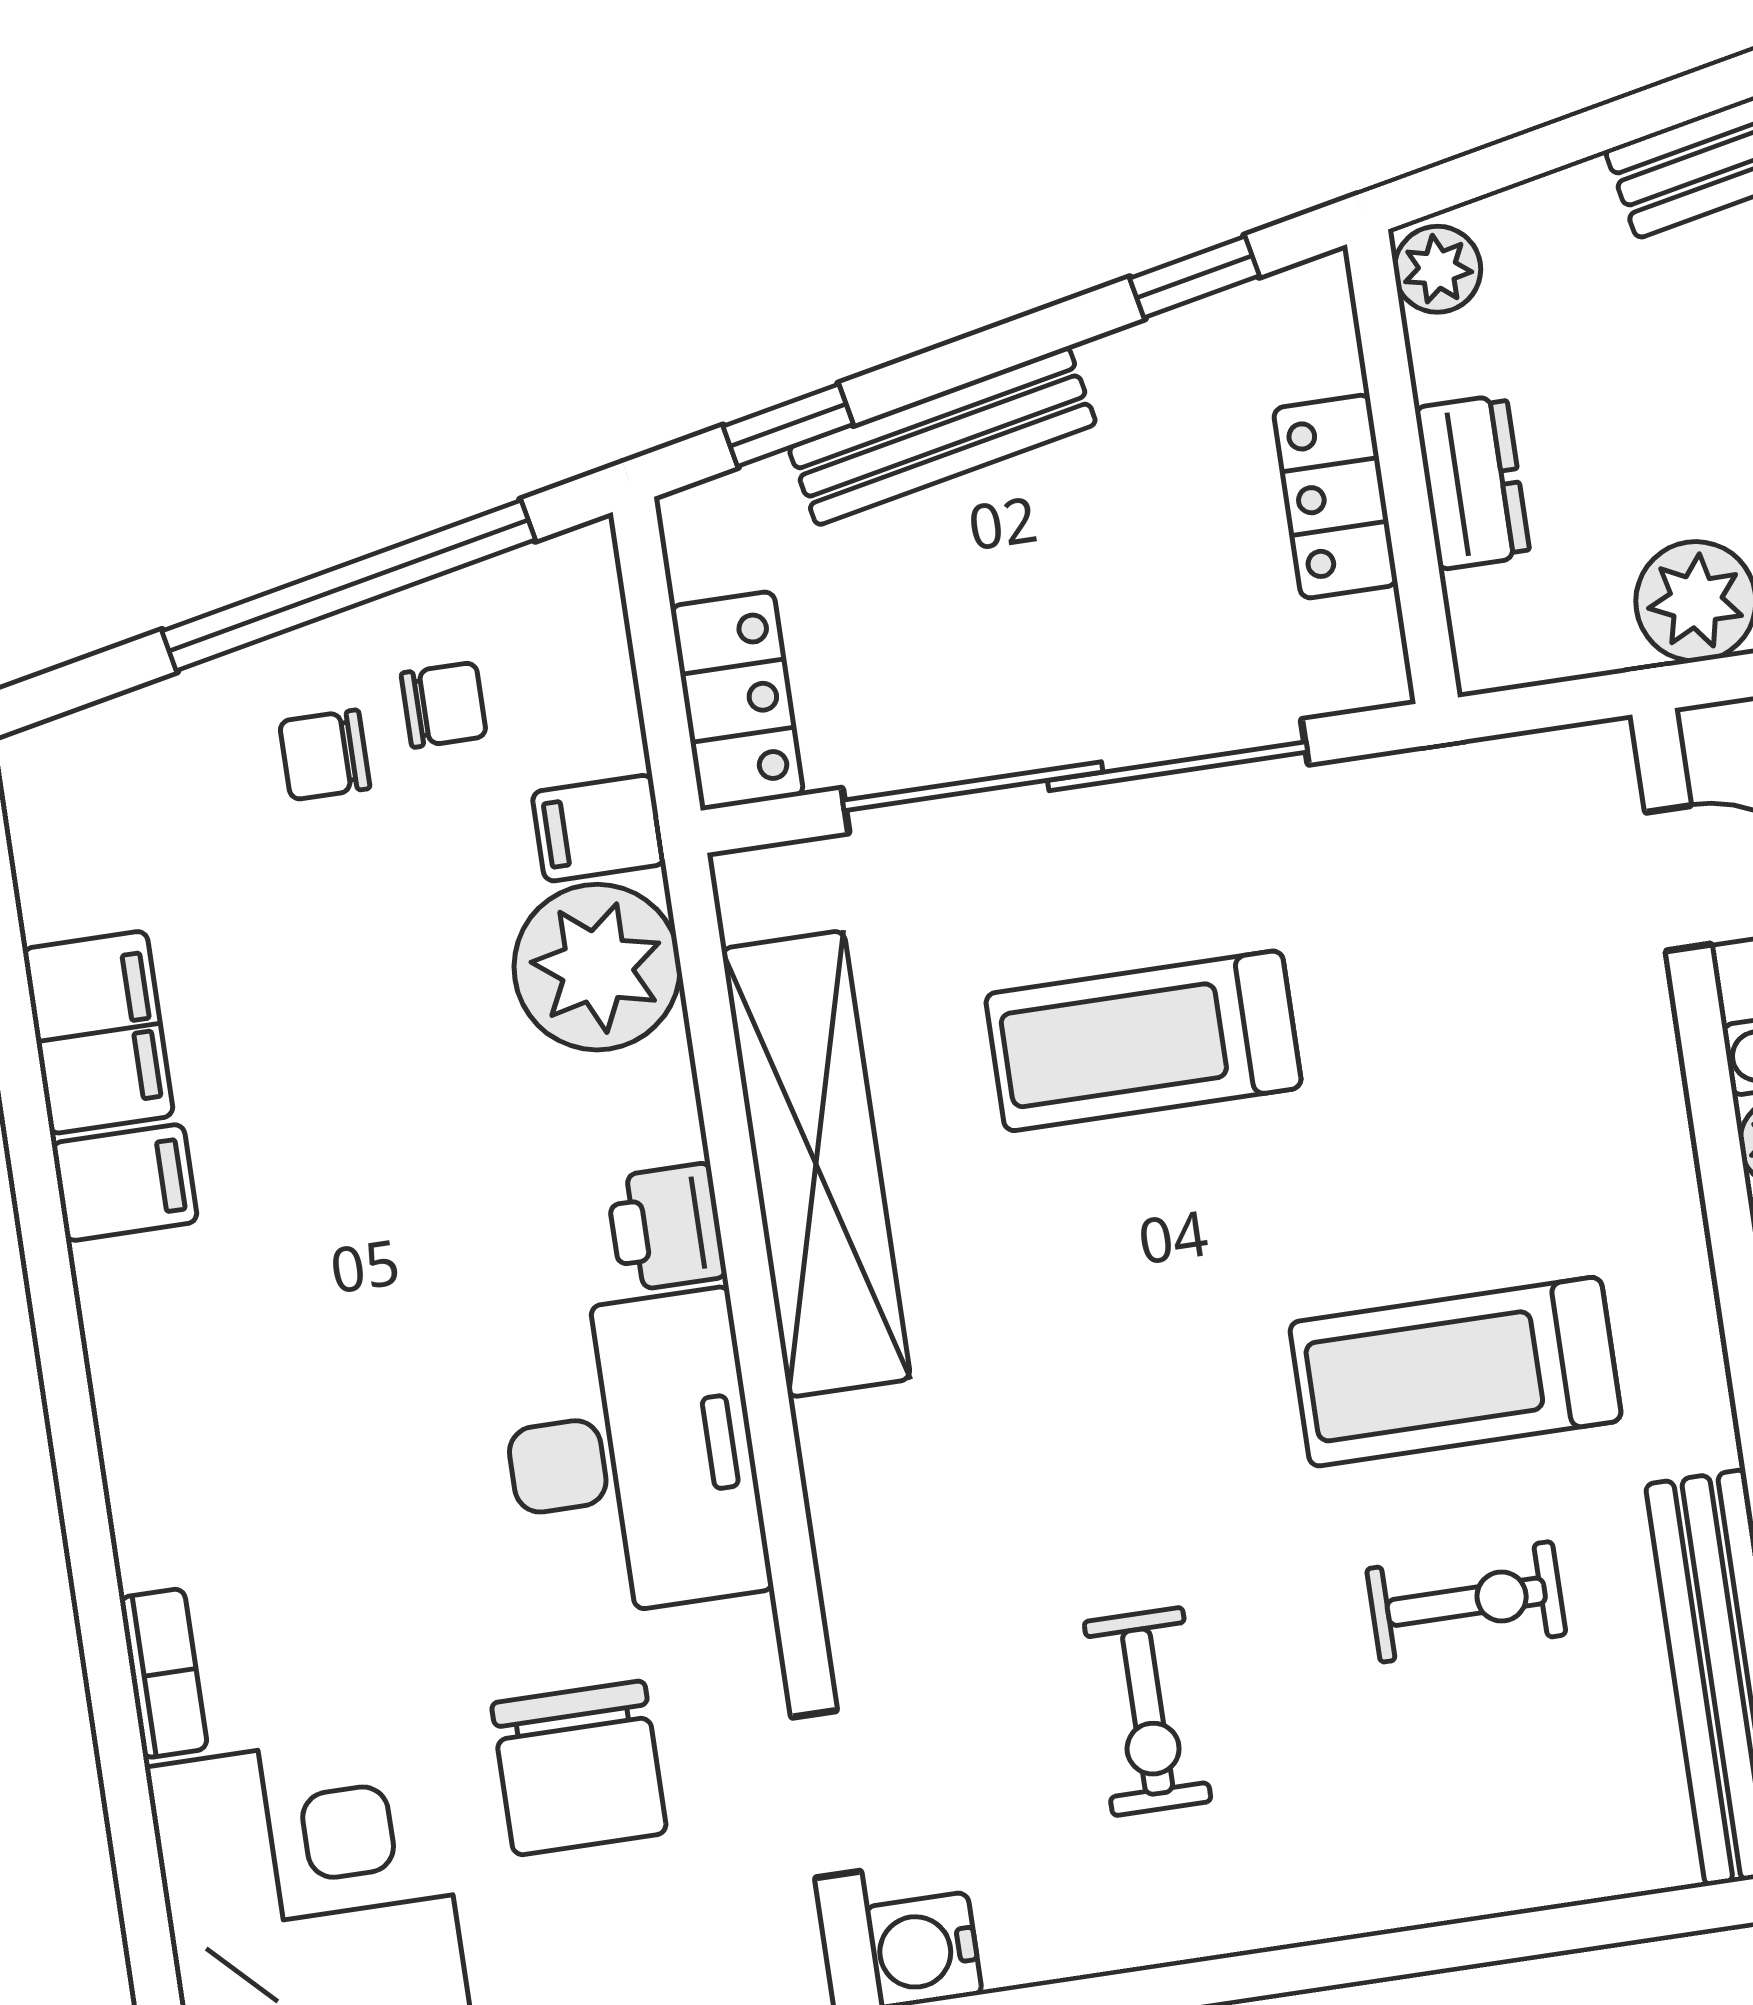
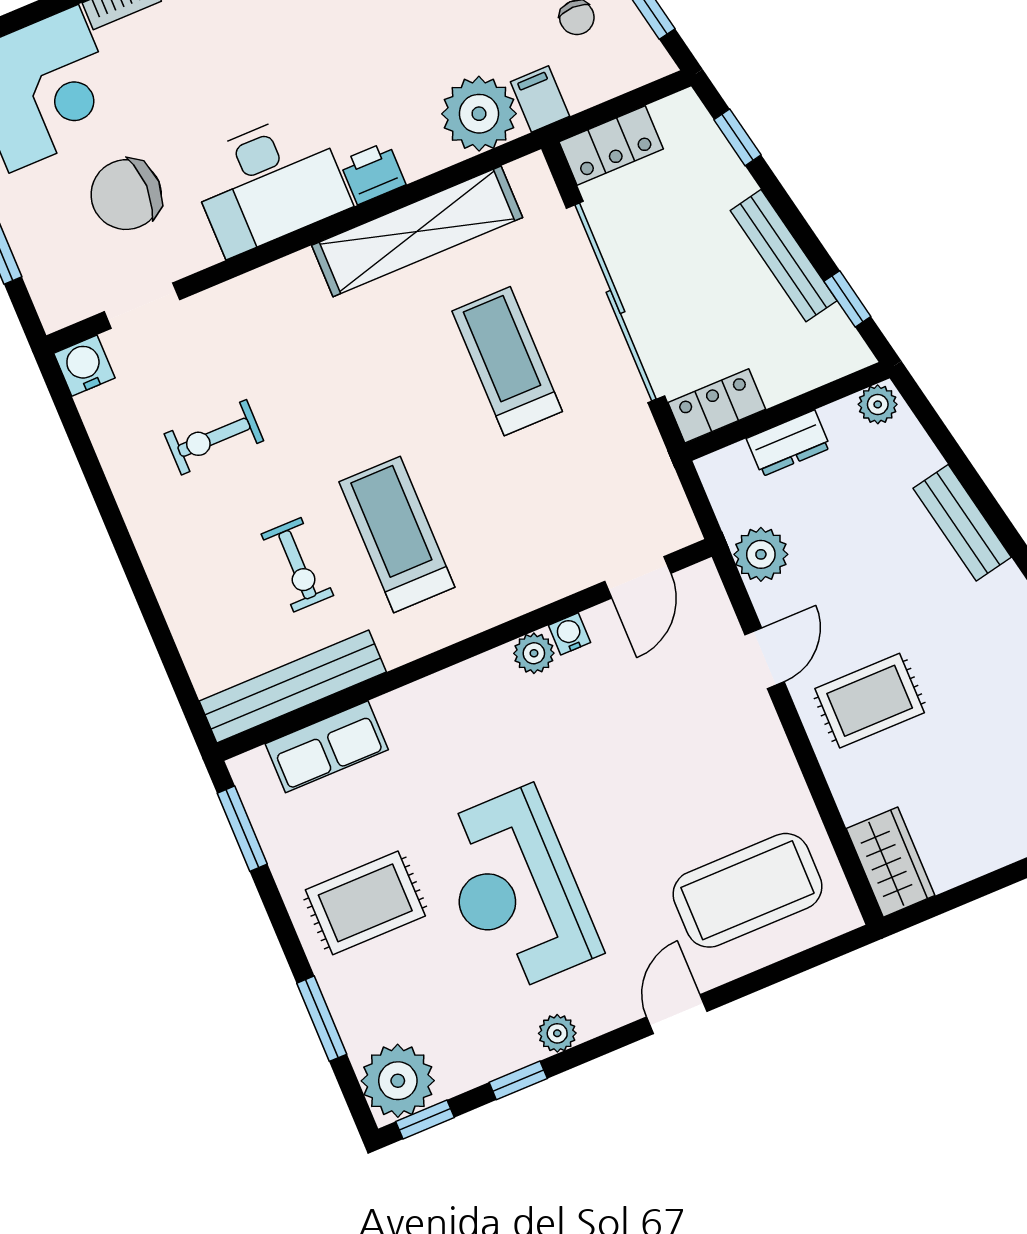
bench: (942, 436) -> (784, 256), moved
locker: (1335, 497) -> (717, 406), moved

